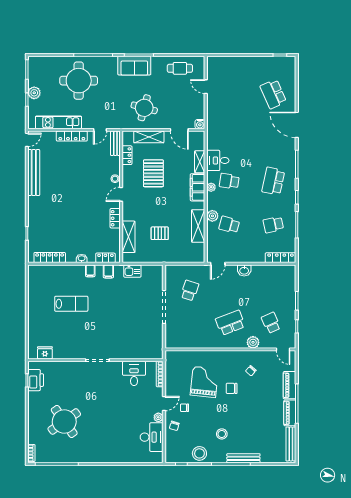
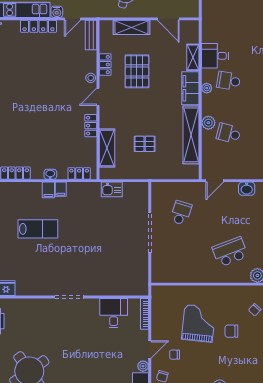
water cooler: (200, 124) -> (57, 12), moved
locker: (127, 155) -> (105, 65), moved
shelving: (198, 226) -> (191, 135), width x1.47
filing cabinet: (108, 271) -> (48, 190), moved

